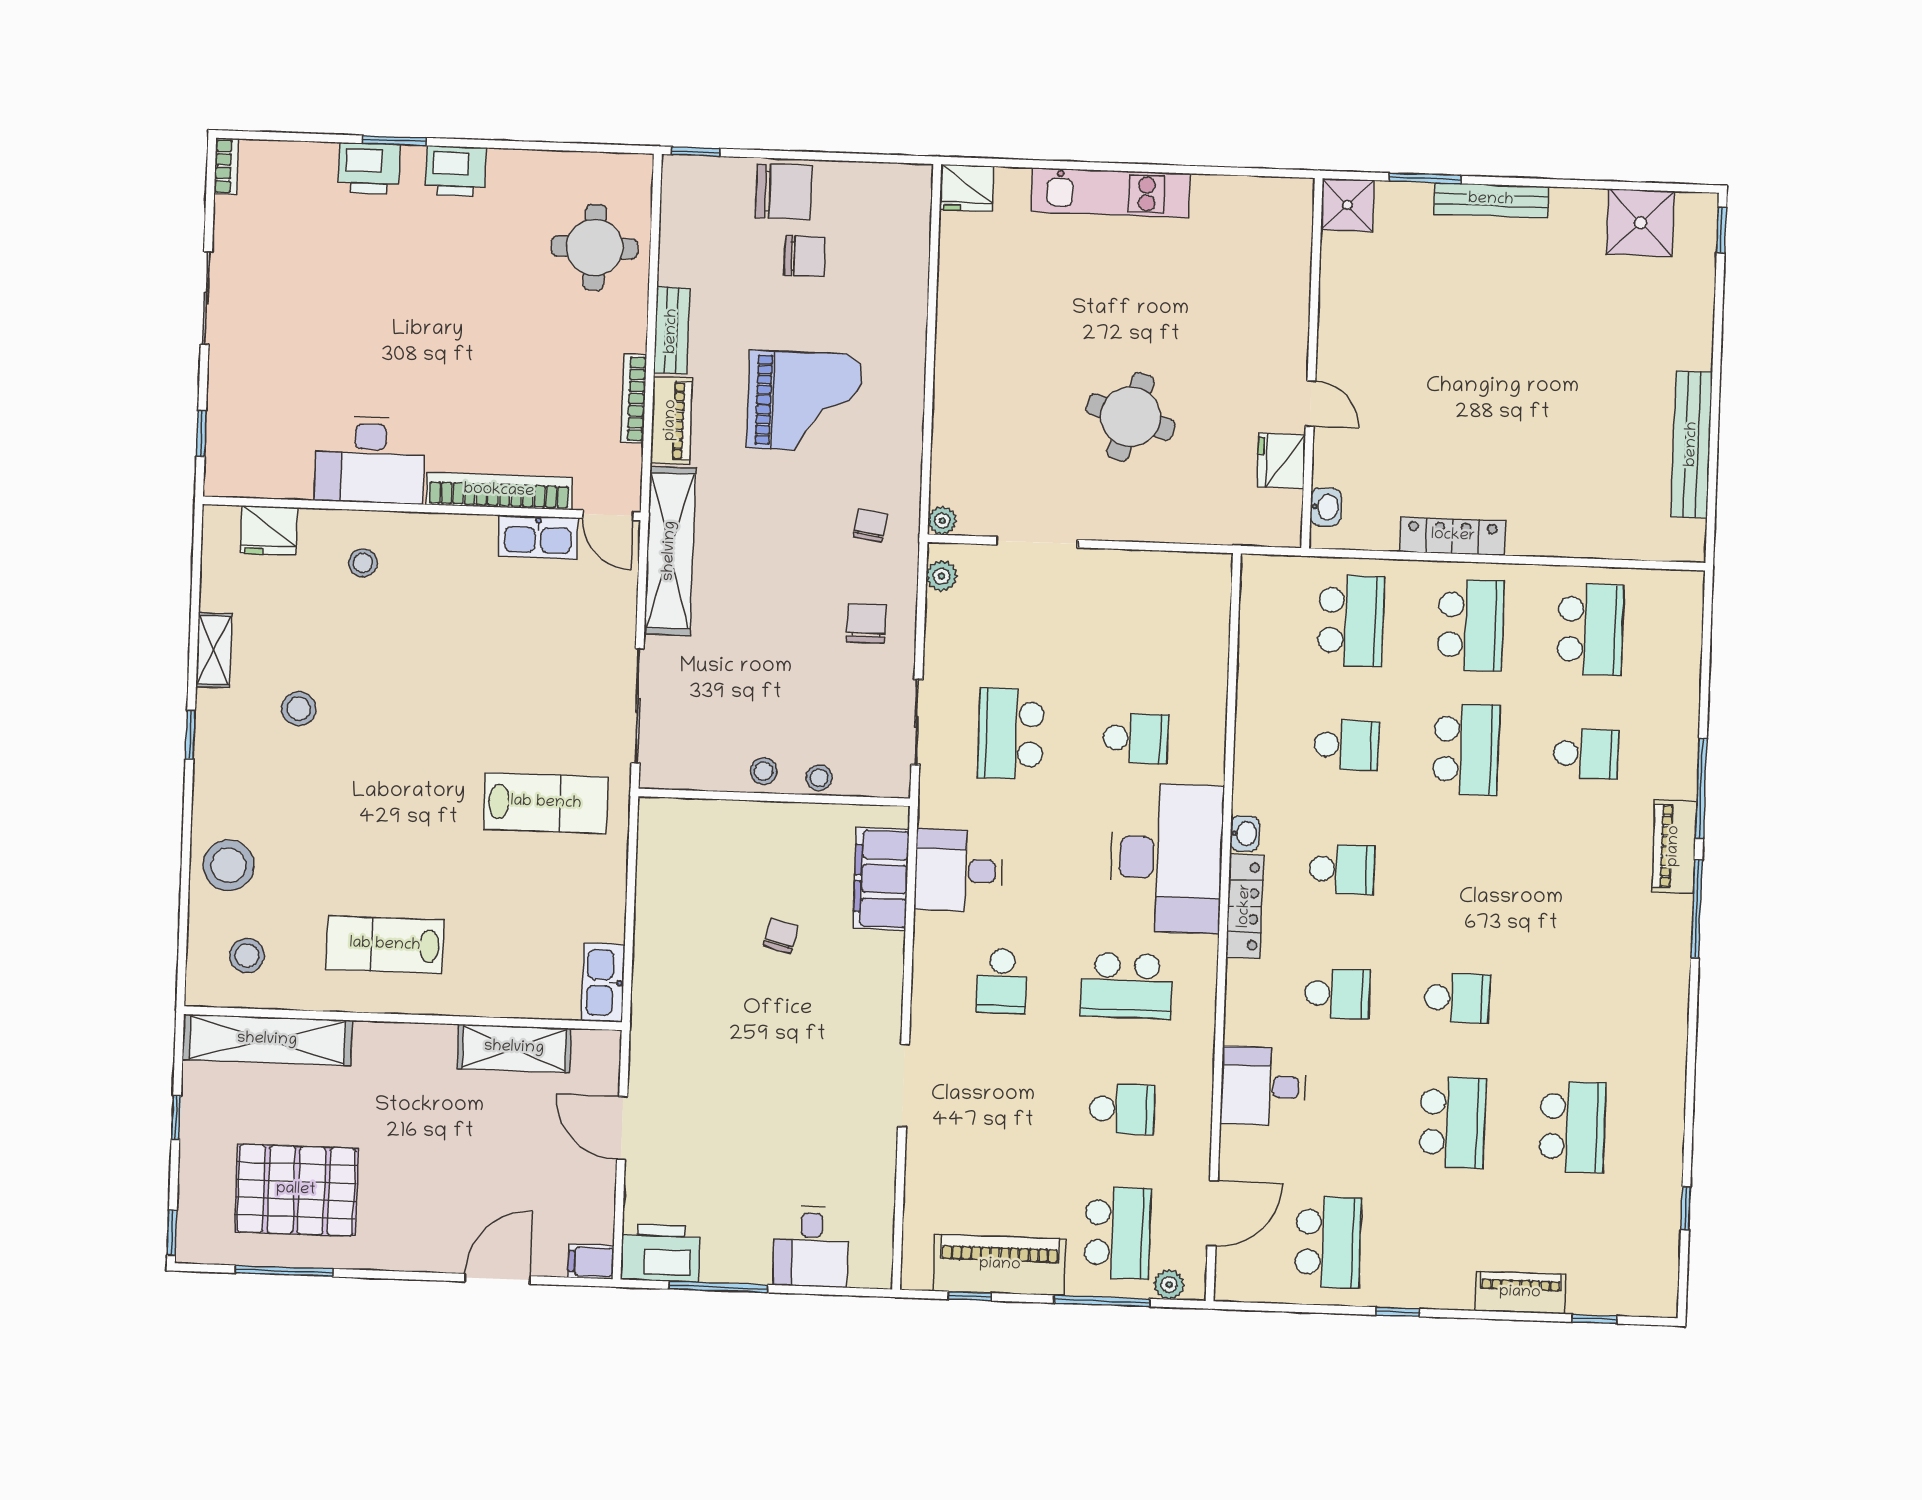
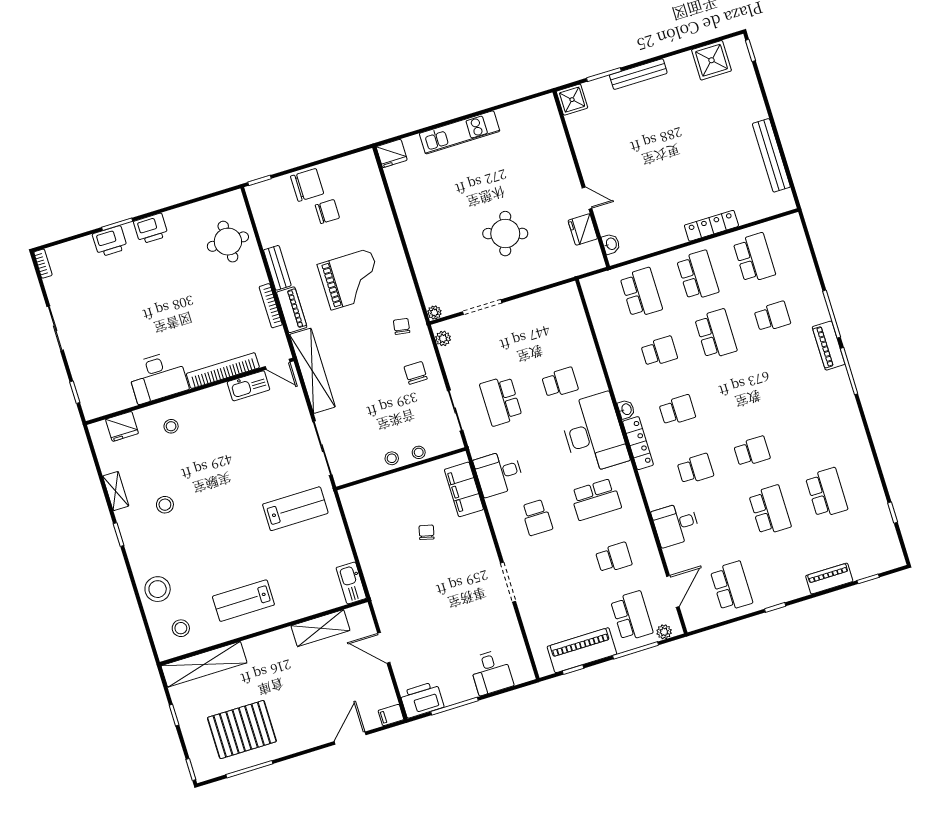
locker: (1453, 536) -> (711, 226), moved

